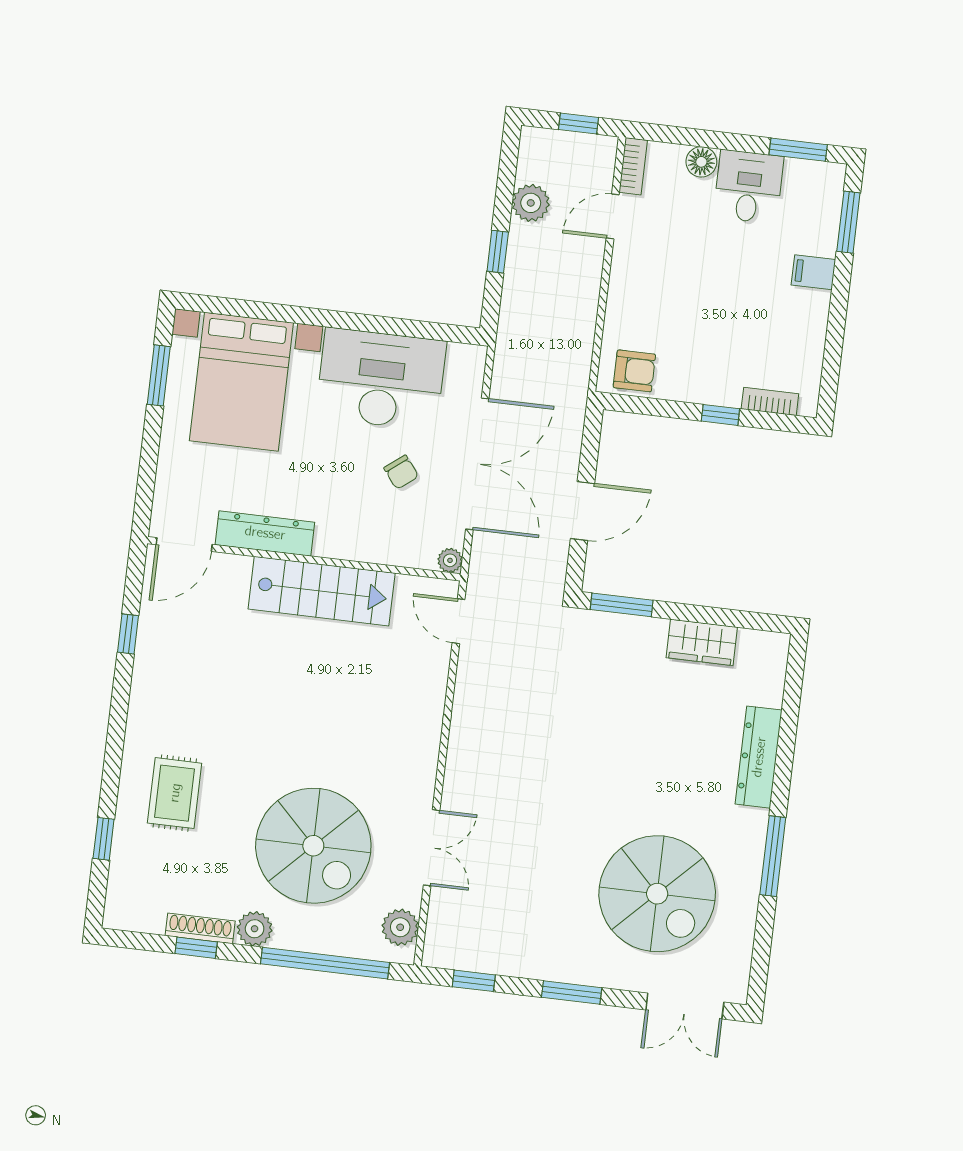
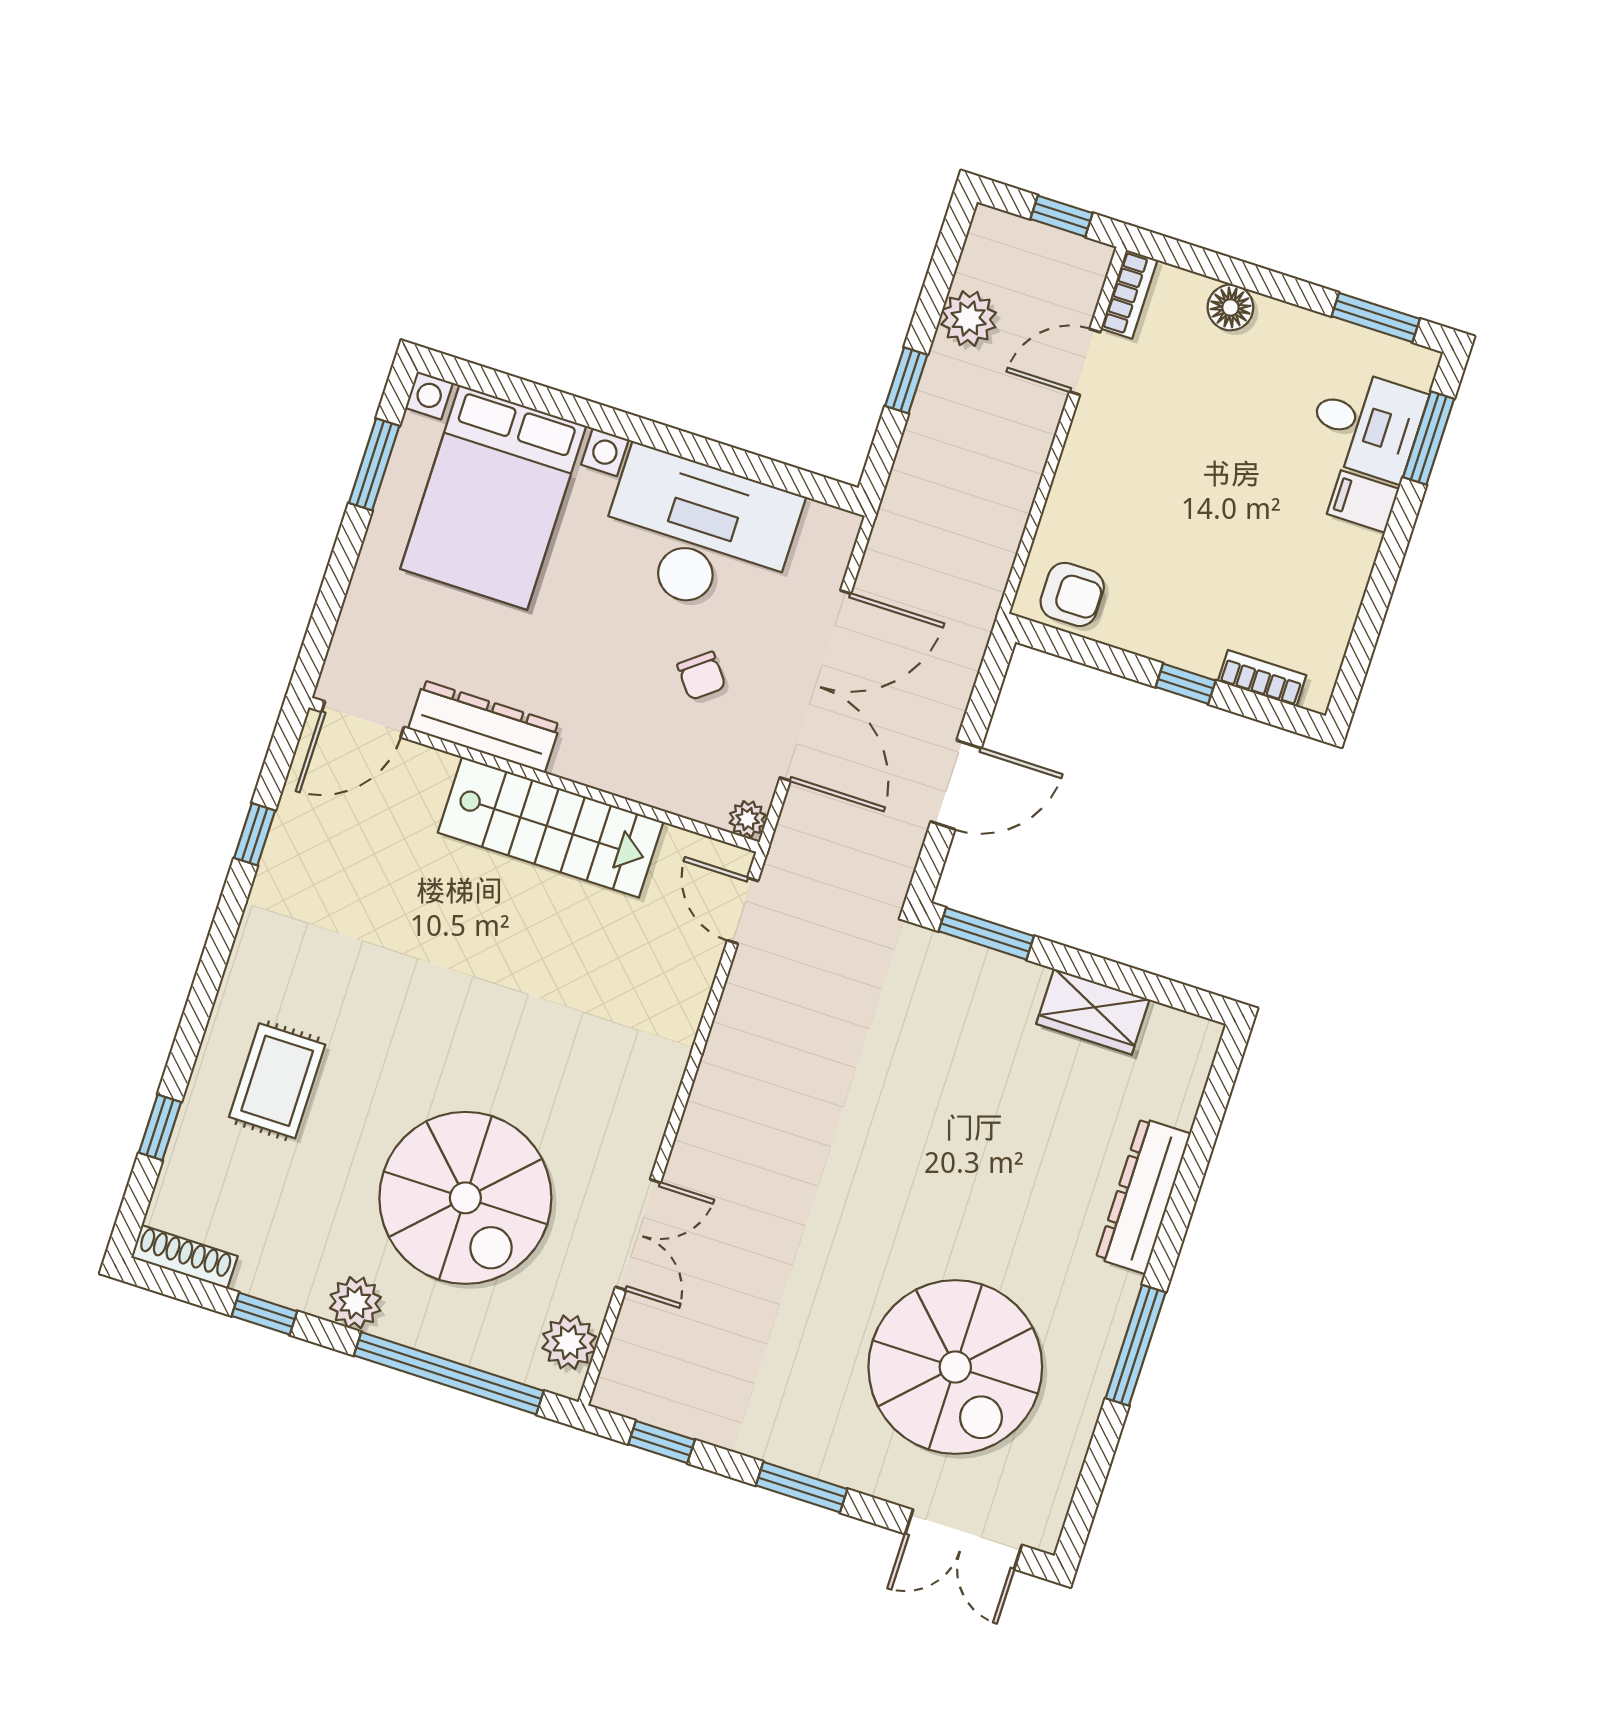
desk: (749, 187) -> (1366, 424), moved, turned 90
shoe rack: (200, 928) -> (184, 1257), moved

